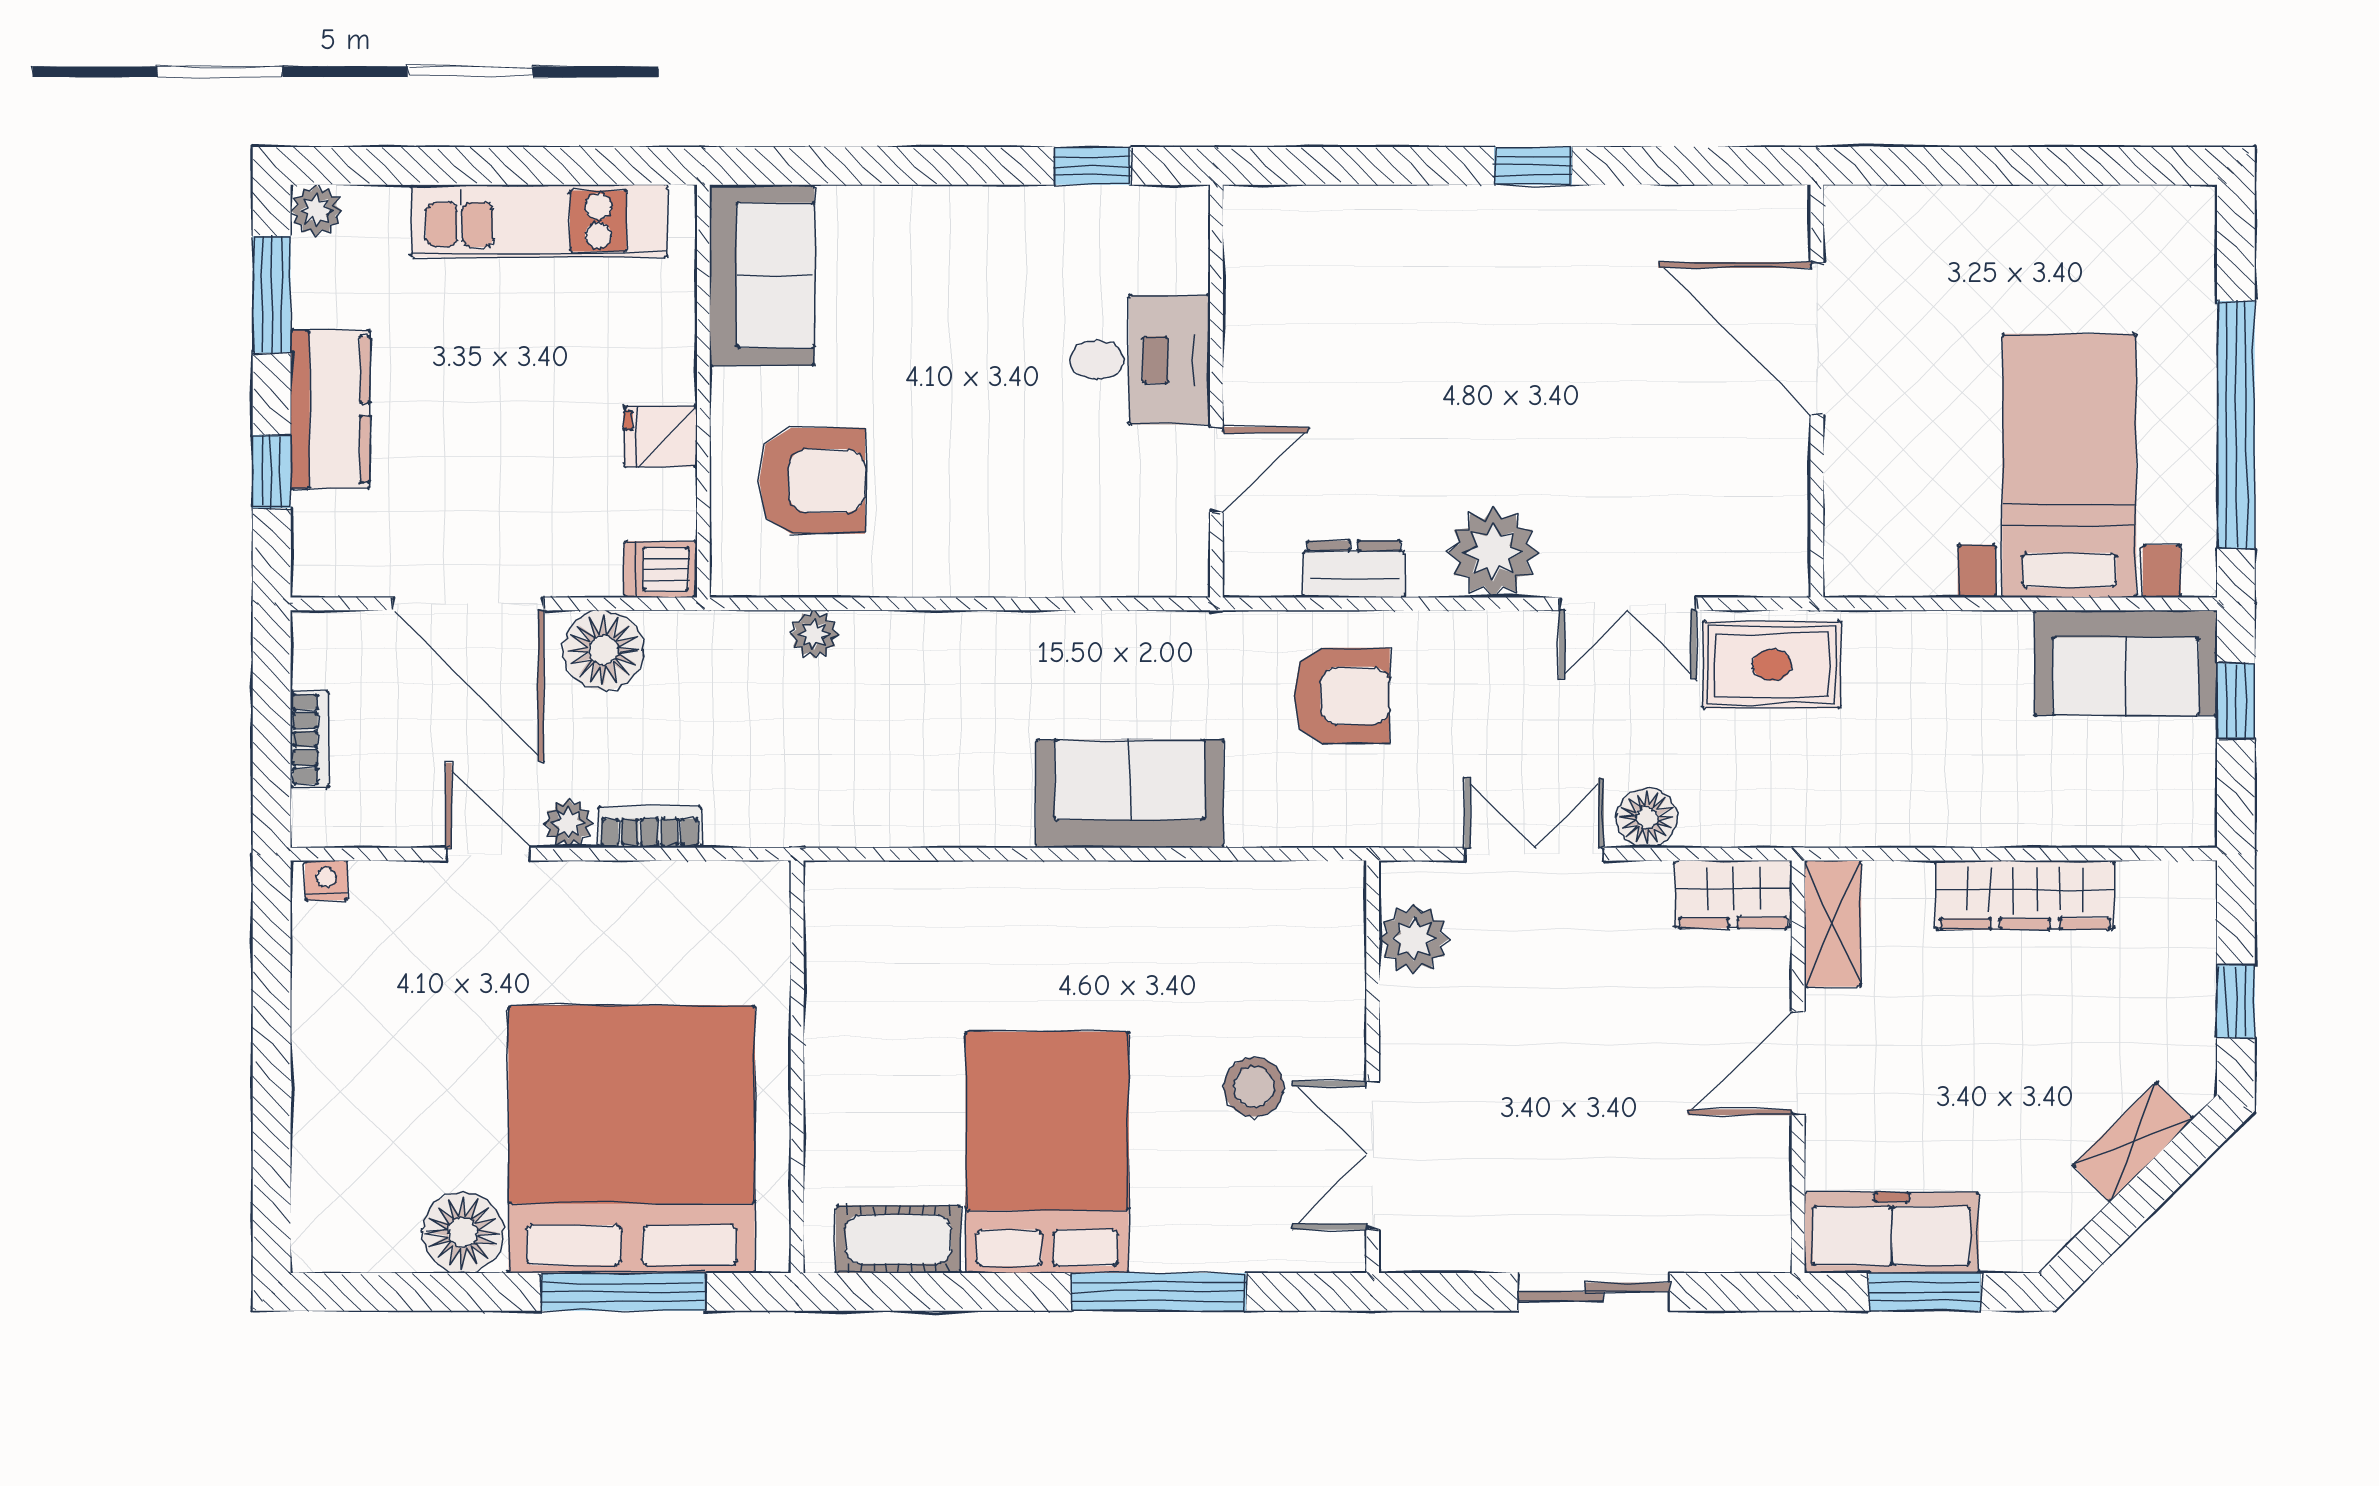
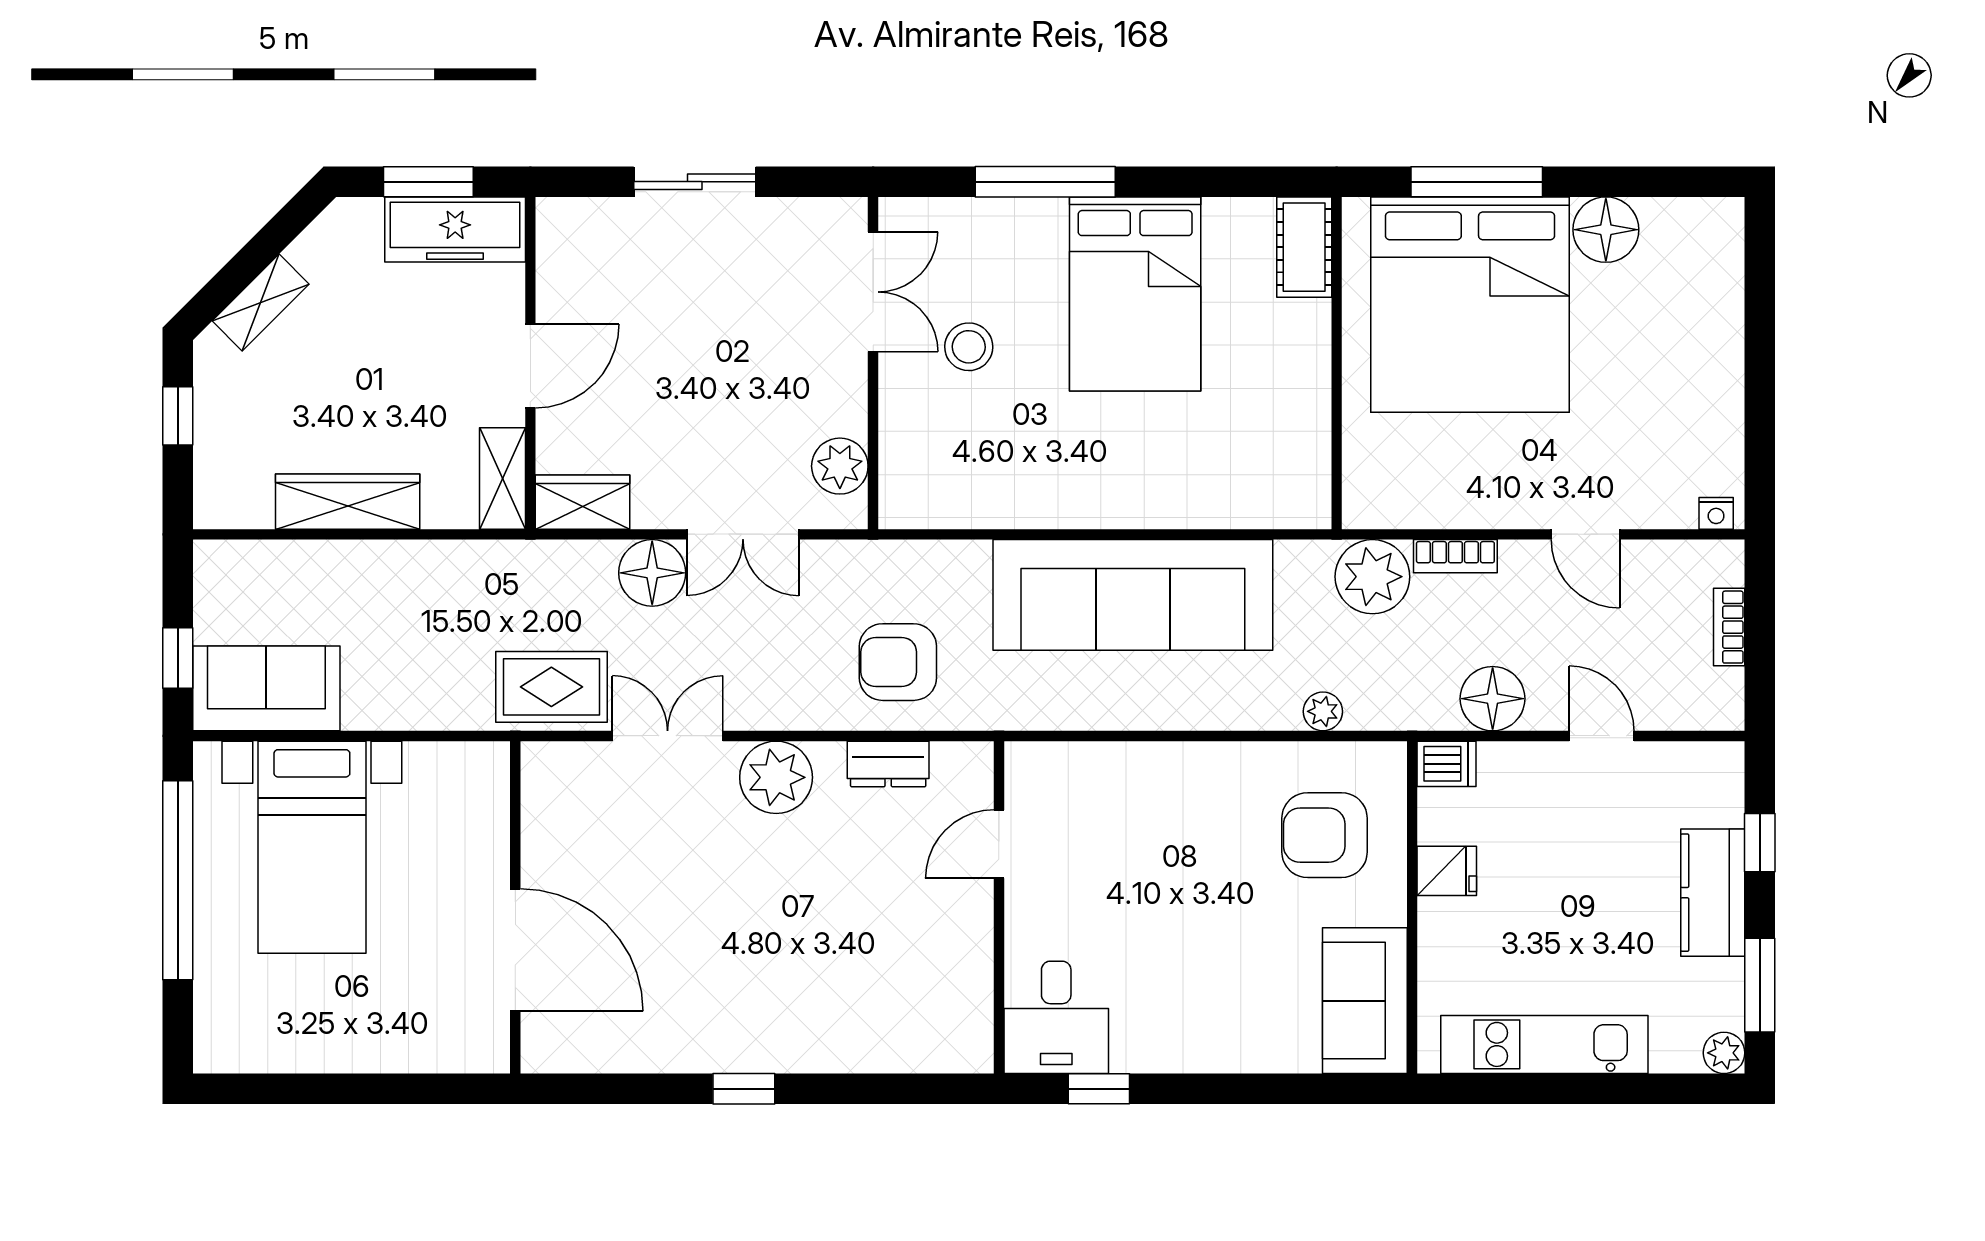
desk: (1140, 360) -> (1056, 1017), moved, turned -90
door: (468, 604) -> (1602, 736), width x0.53
sofa: (1130, 794) -> (1133, 595), width x1.85, depth x1.27
floor lamp: (1647, 818) -> (652, 573), width x1.38, depth x1.38
plant: (568, 823) -> (1372, 577), moved, width x1.88, depth x1.88
cot: (898, 1239) -> (1304, 247), moved, turned 90

